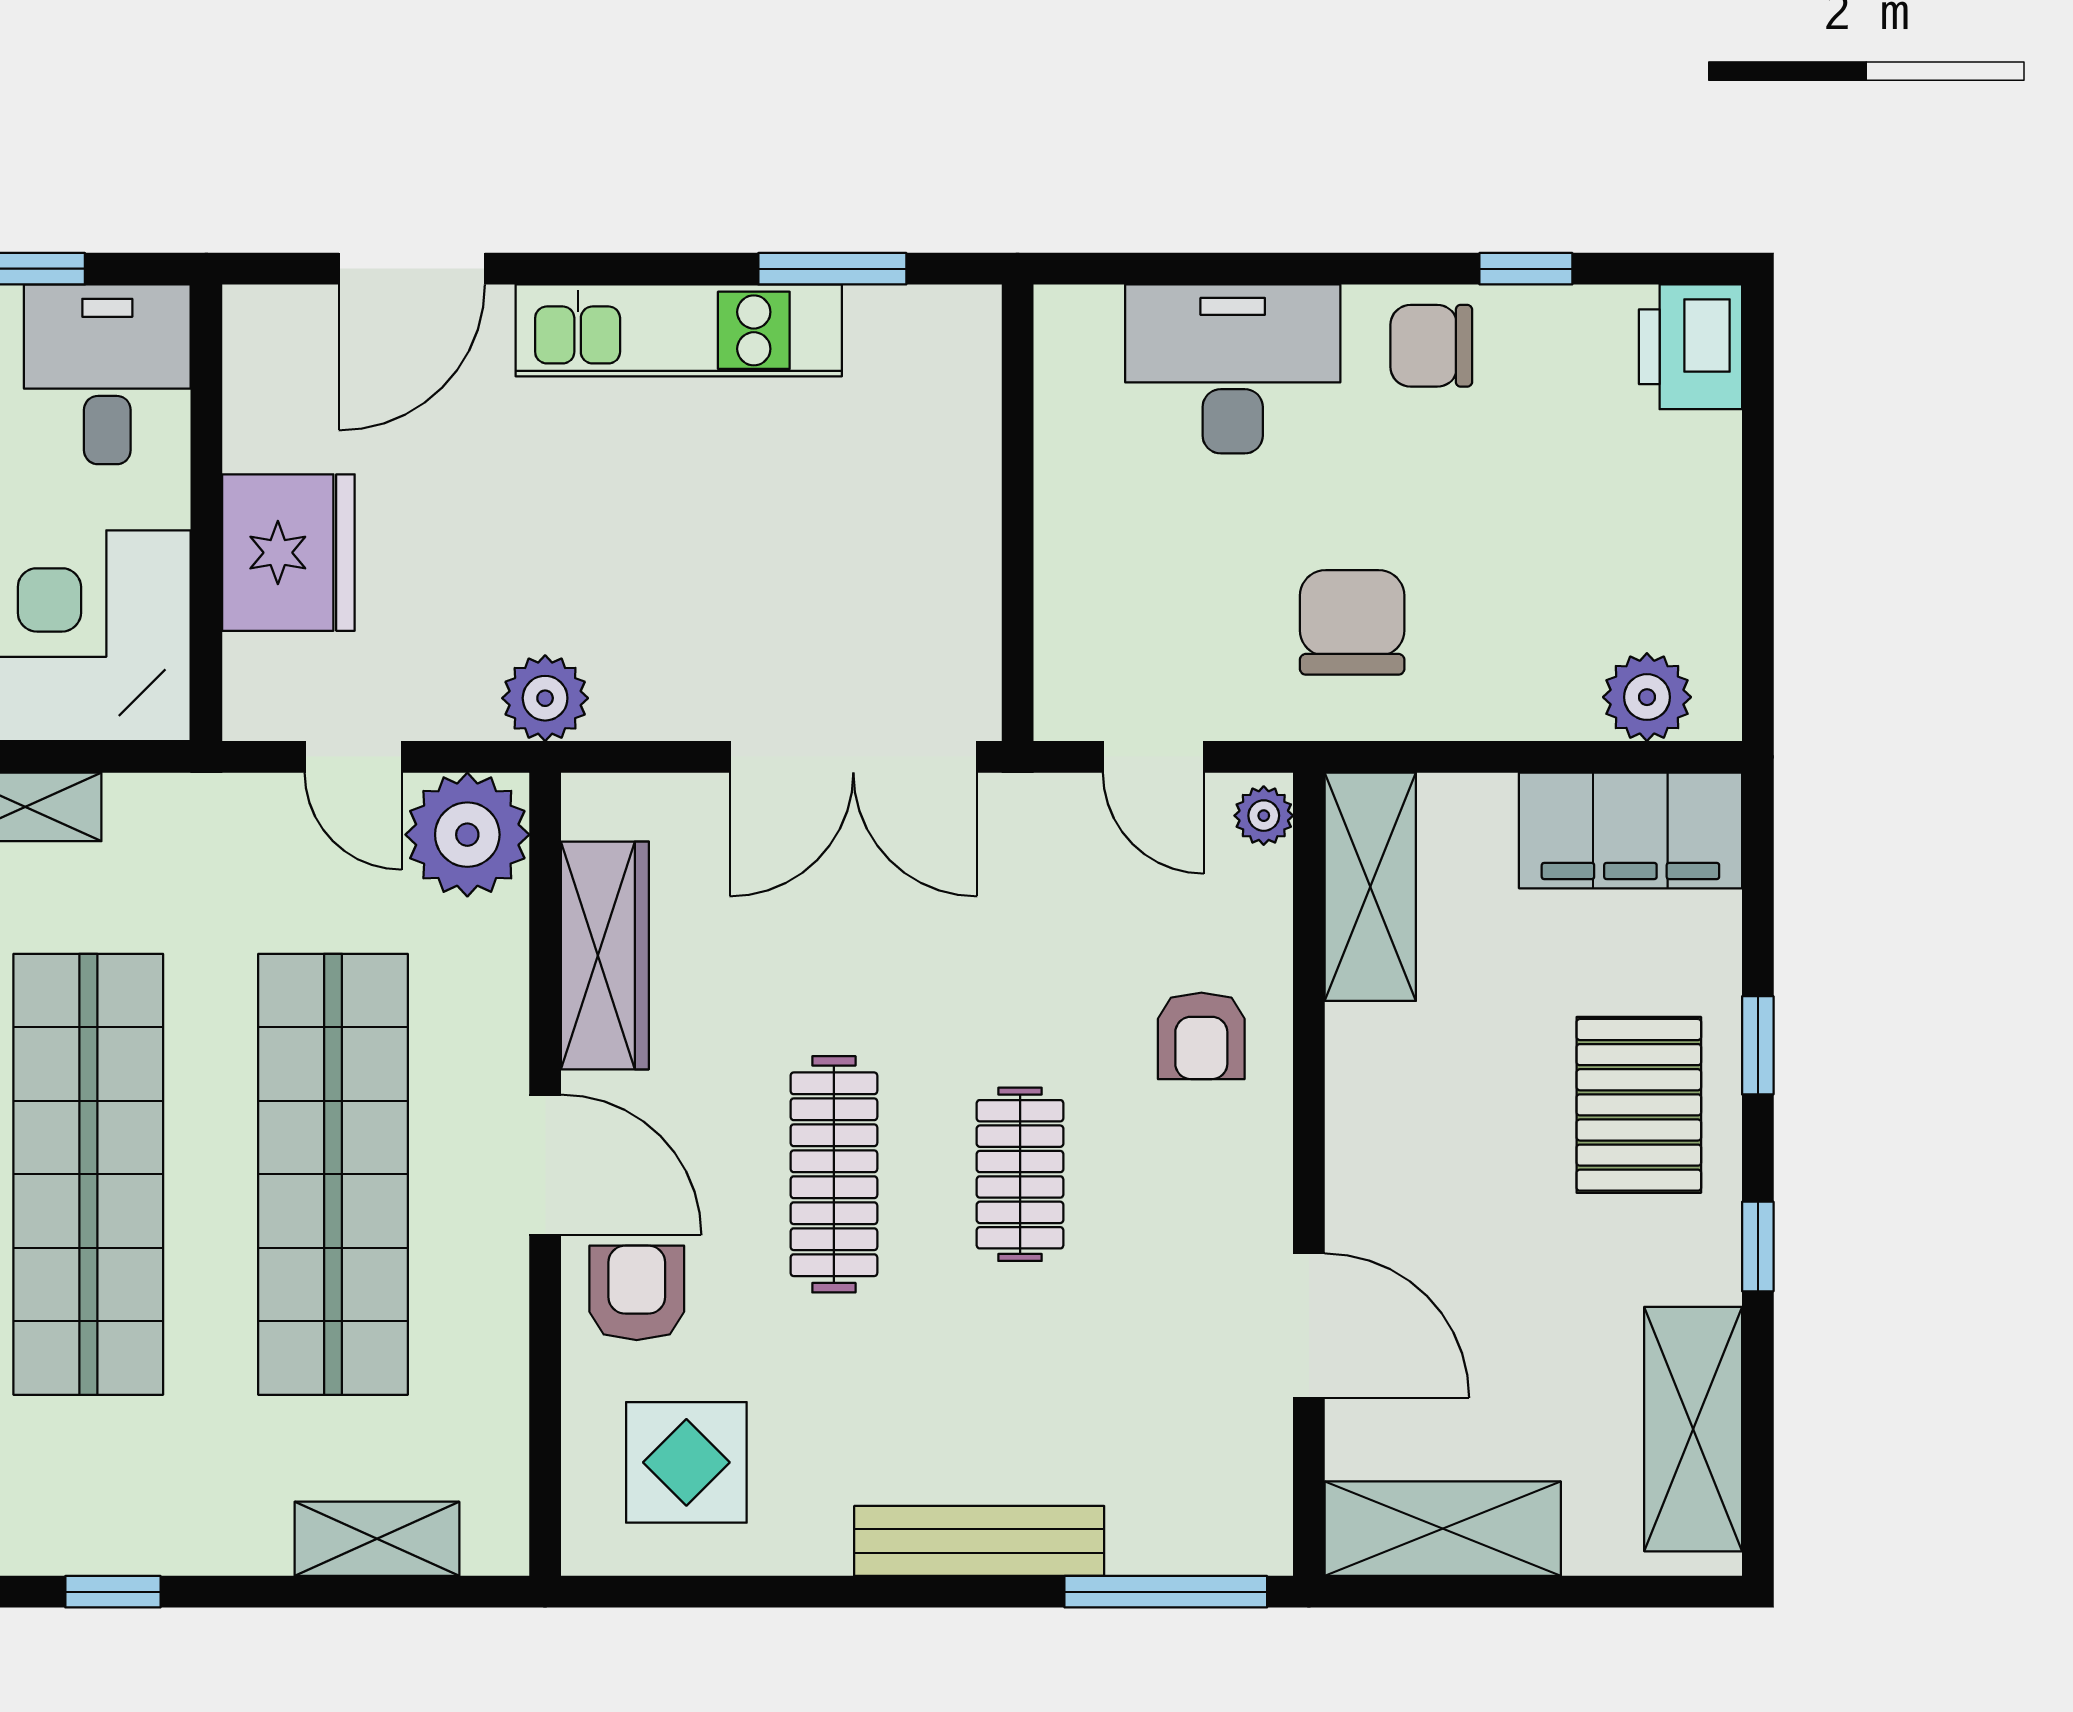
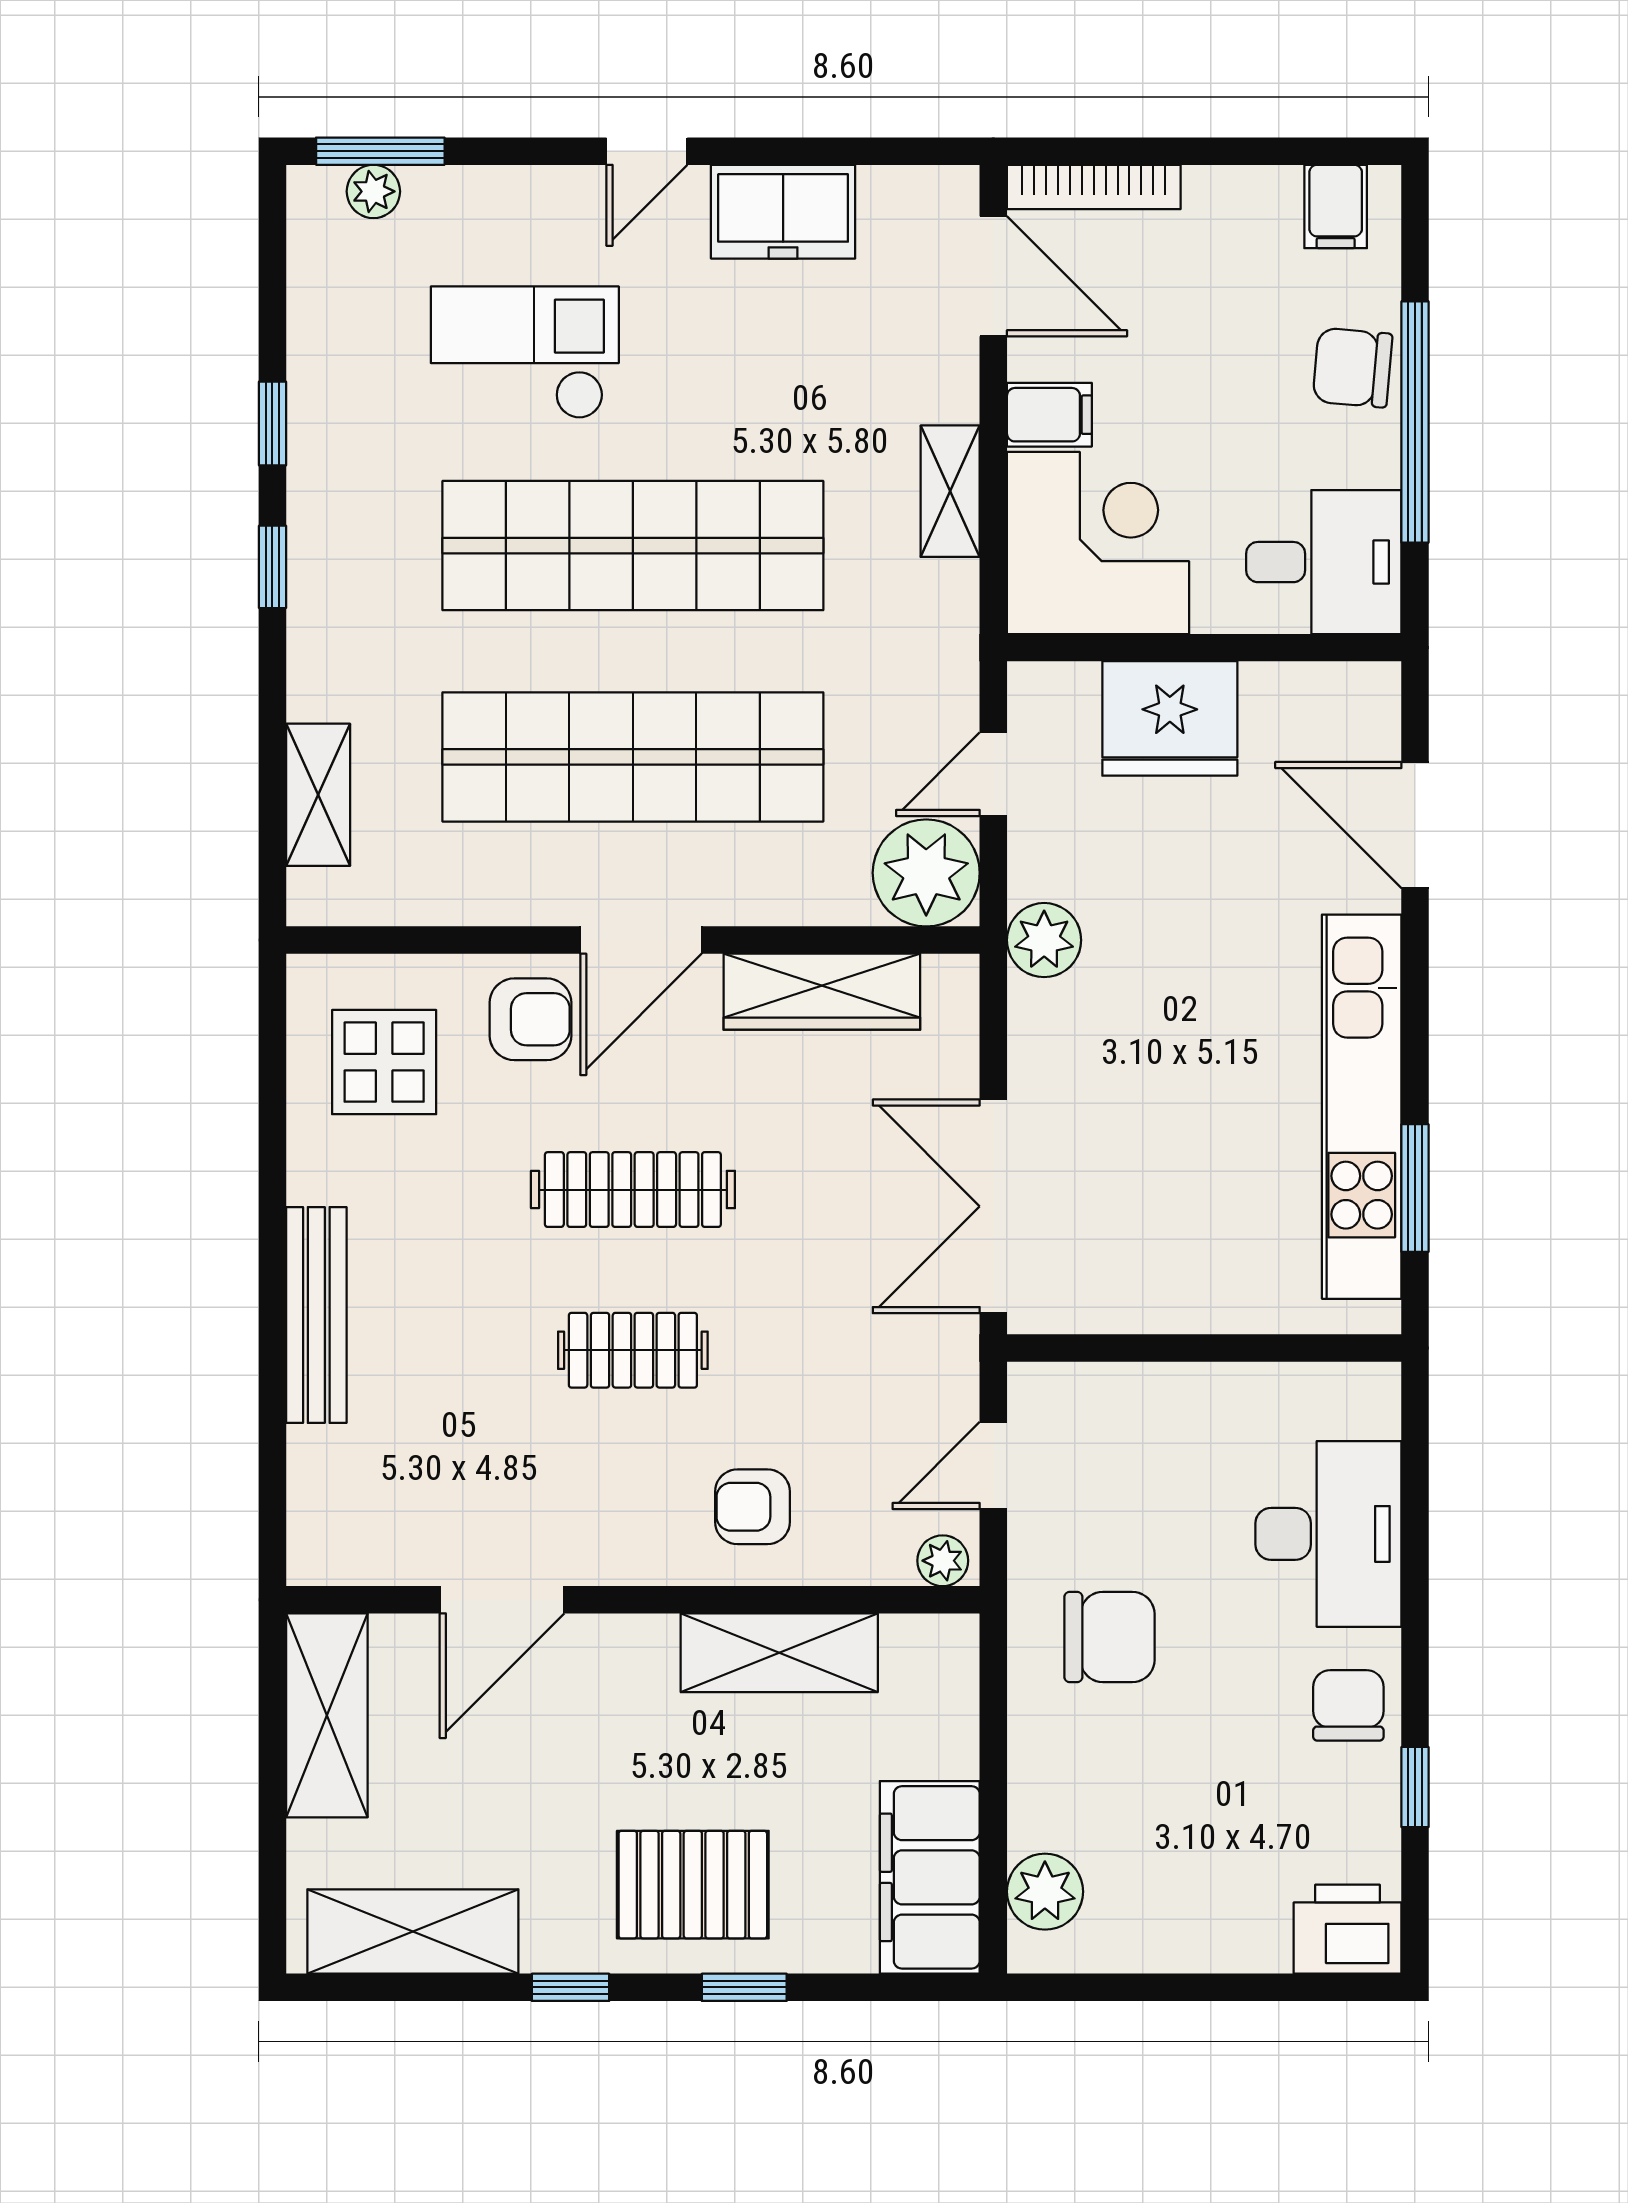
kitchen unit: (679, 330) -> (1362, 1107), width x1.36
shelving: (1370, 887) -> (779, 1653), moved
window: (1166, 1592) -> (272, 1476), removed

